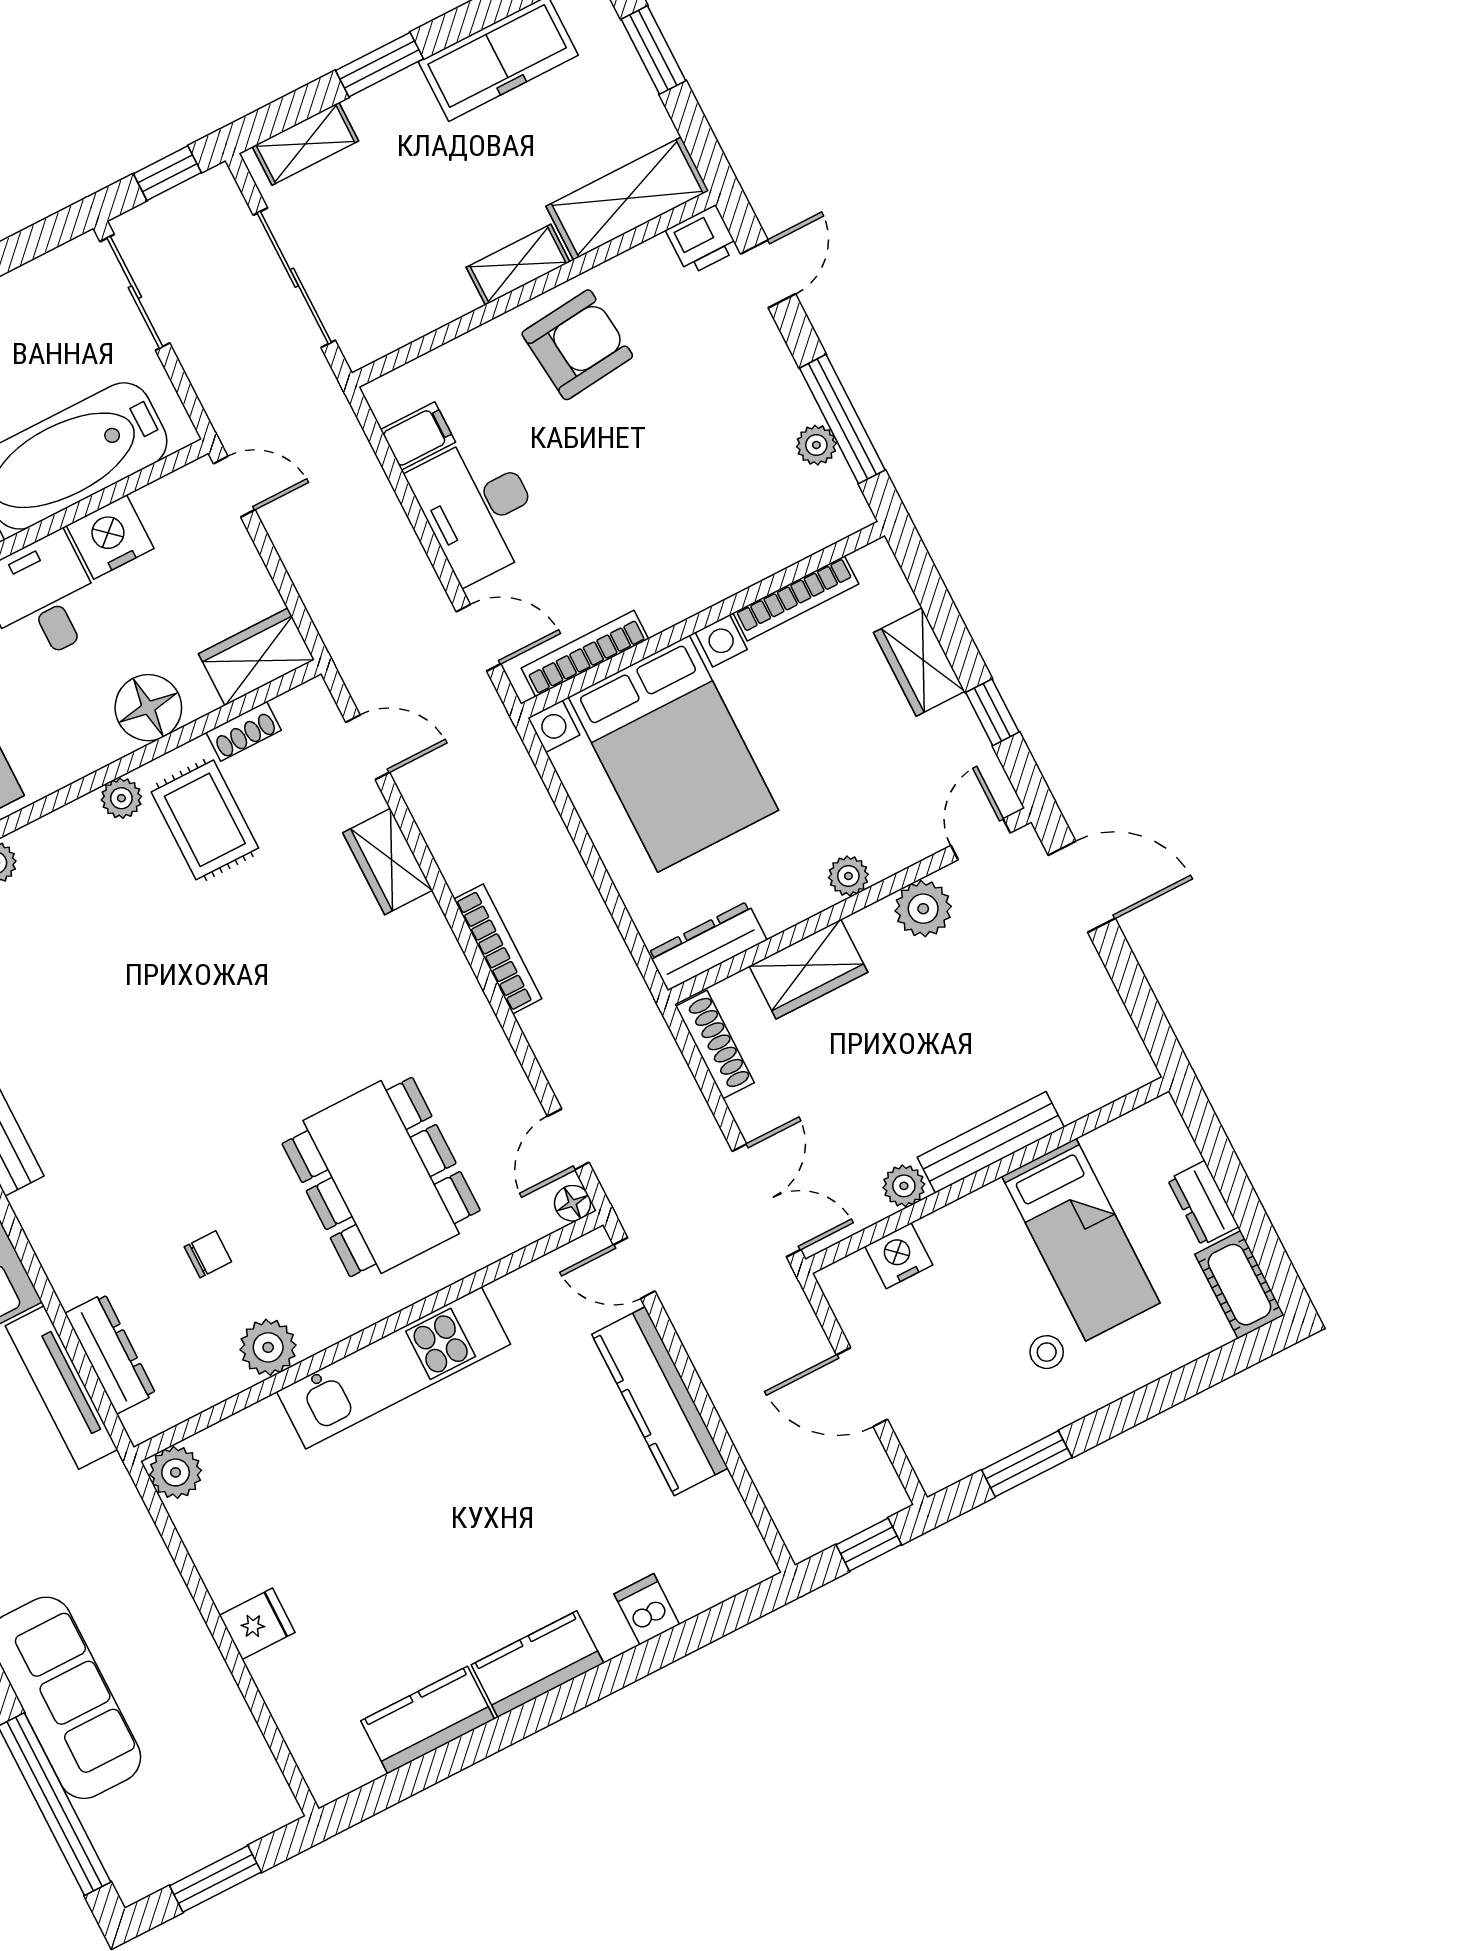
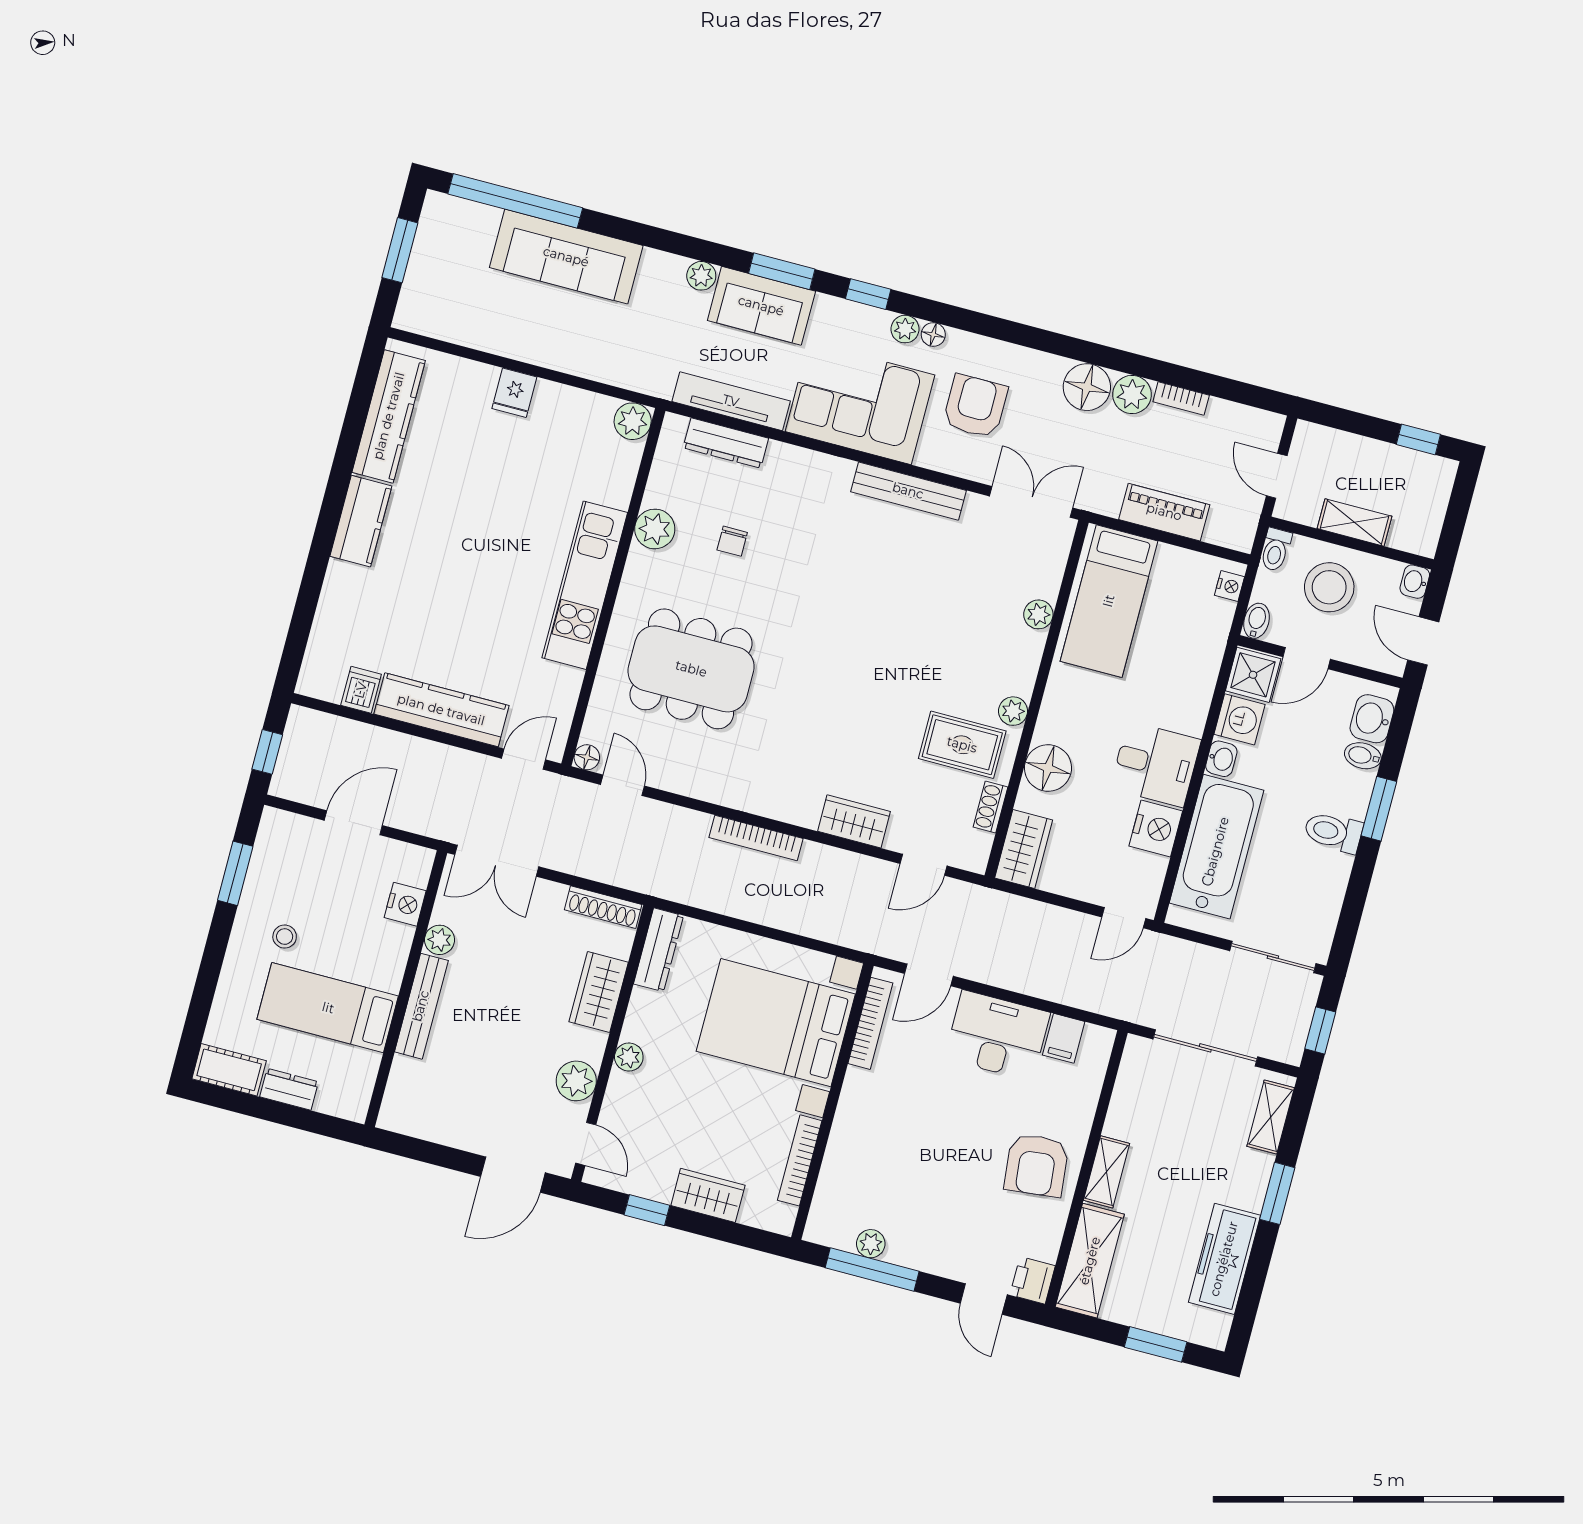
dishwasher: (647, 1609) -> (361, 690), moved, turned -90
kitchen counter: (428, 1720) -> (389, 416), width x1.50

